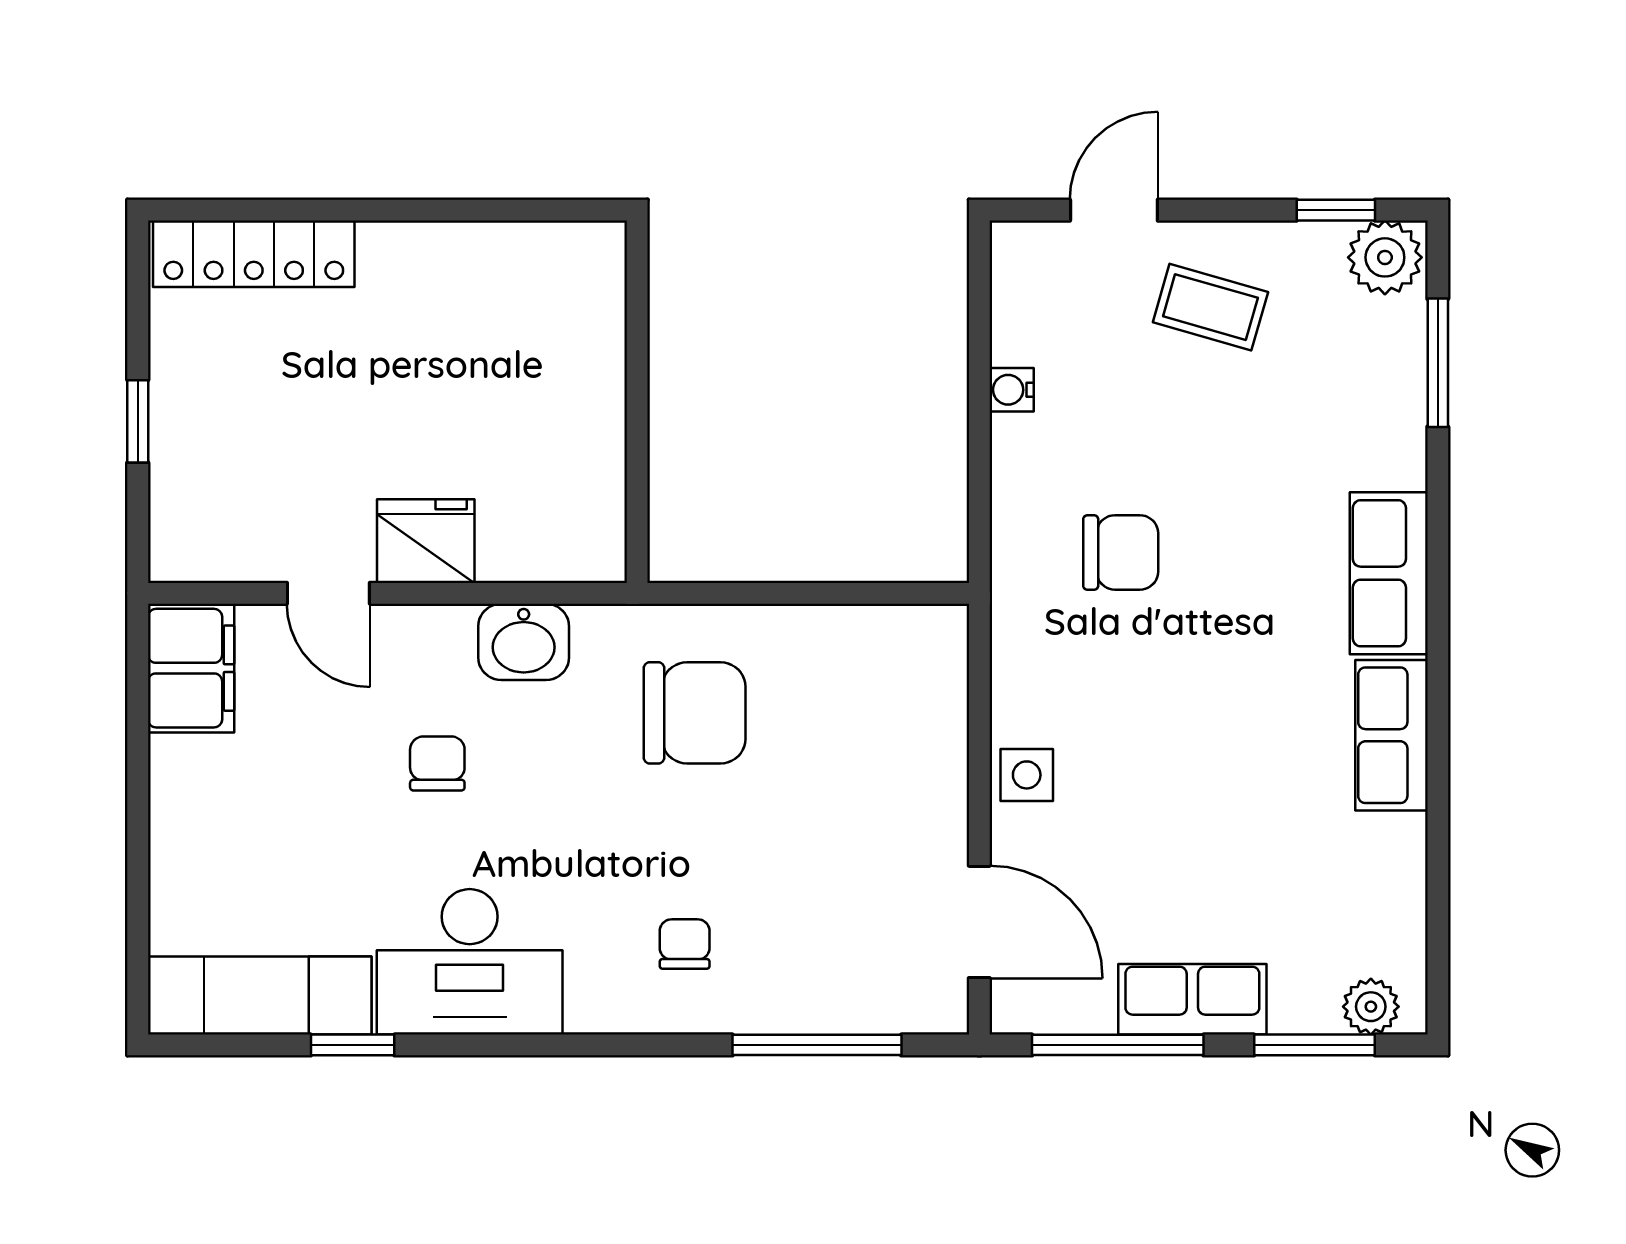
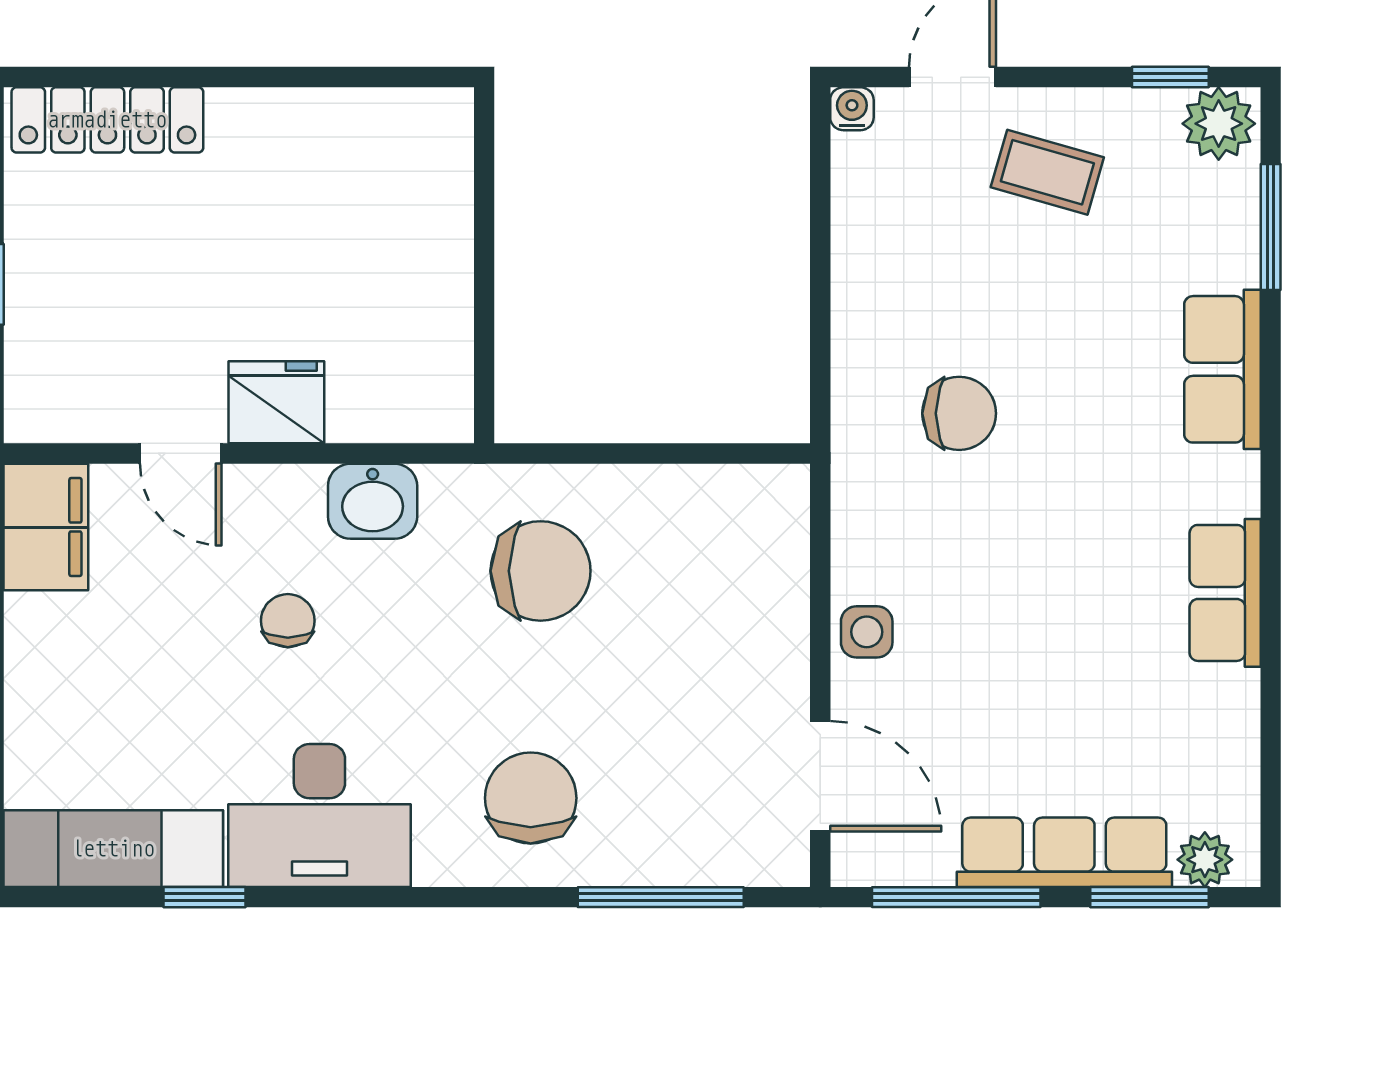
water cooler: (1012, 390) -> (852, 109), moved, turned 90
row of seats: (1389, 573) -> (1222, 369), moved
chair: (685, 944) -> (531, 798), width x1.87, depth x1.87
row of seats: (1192, 999) -> (1064, 852), width x1.48

